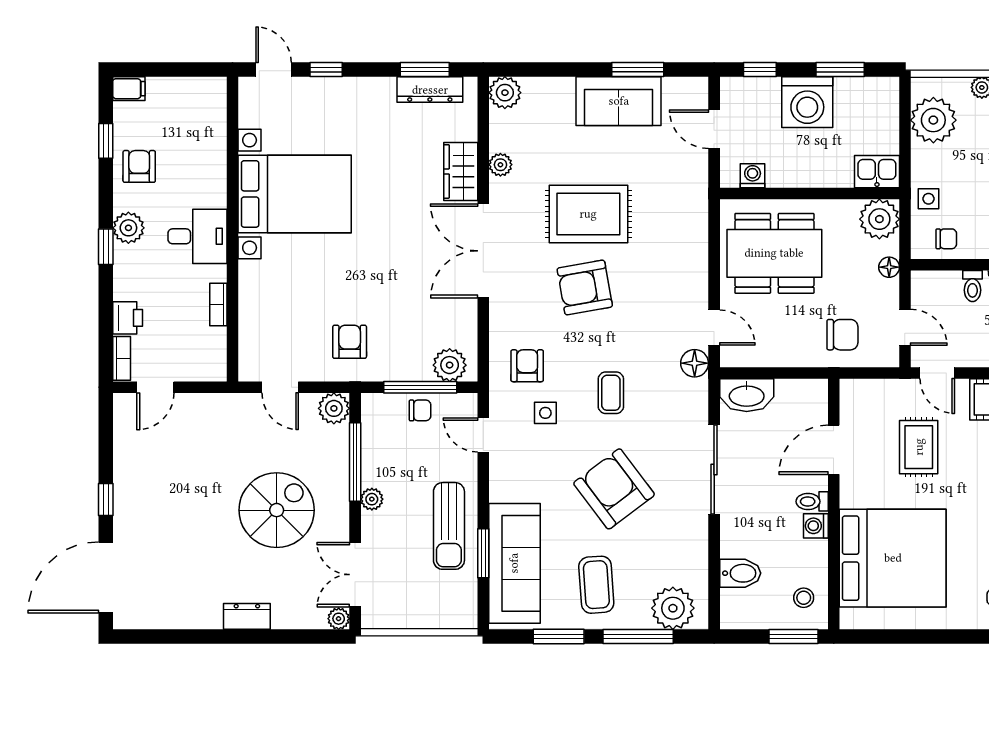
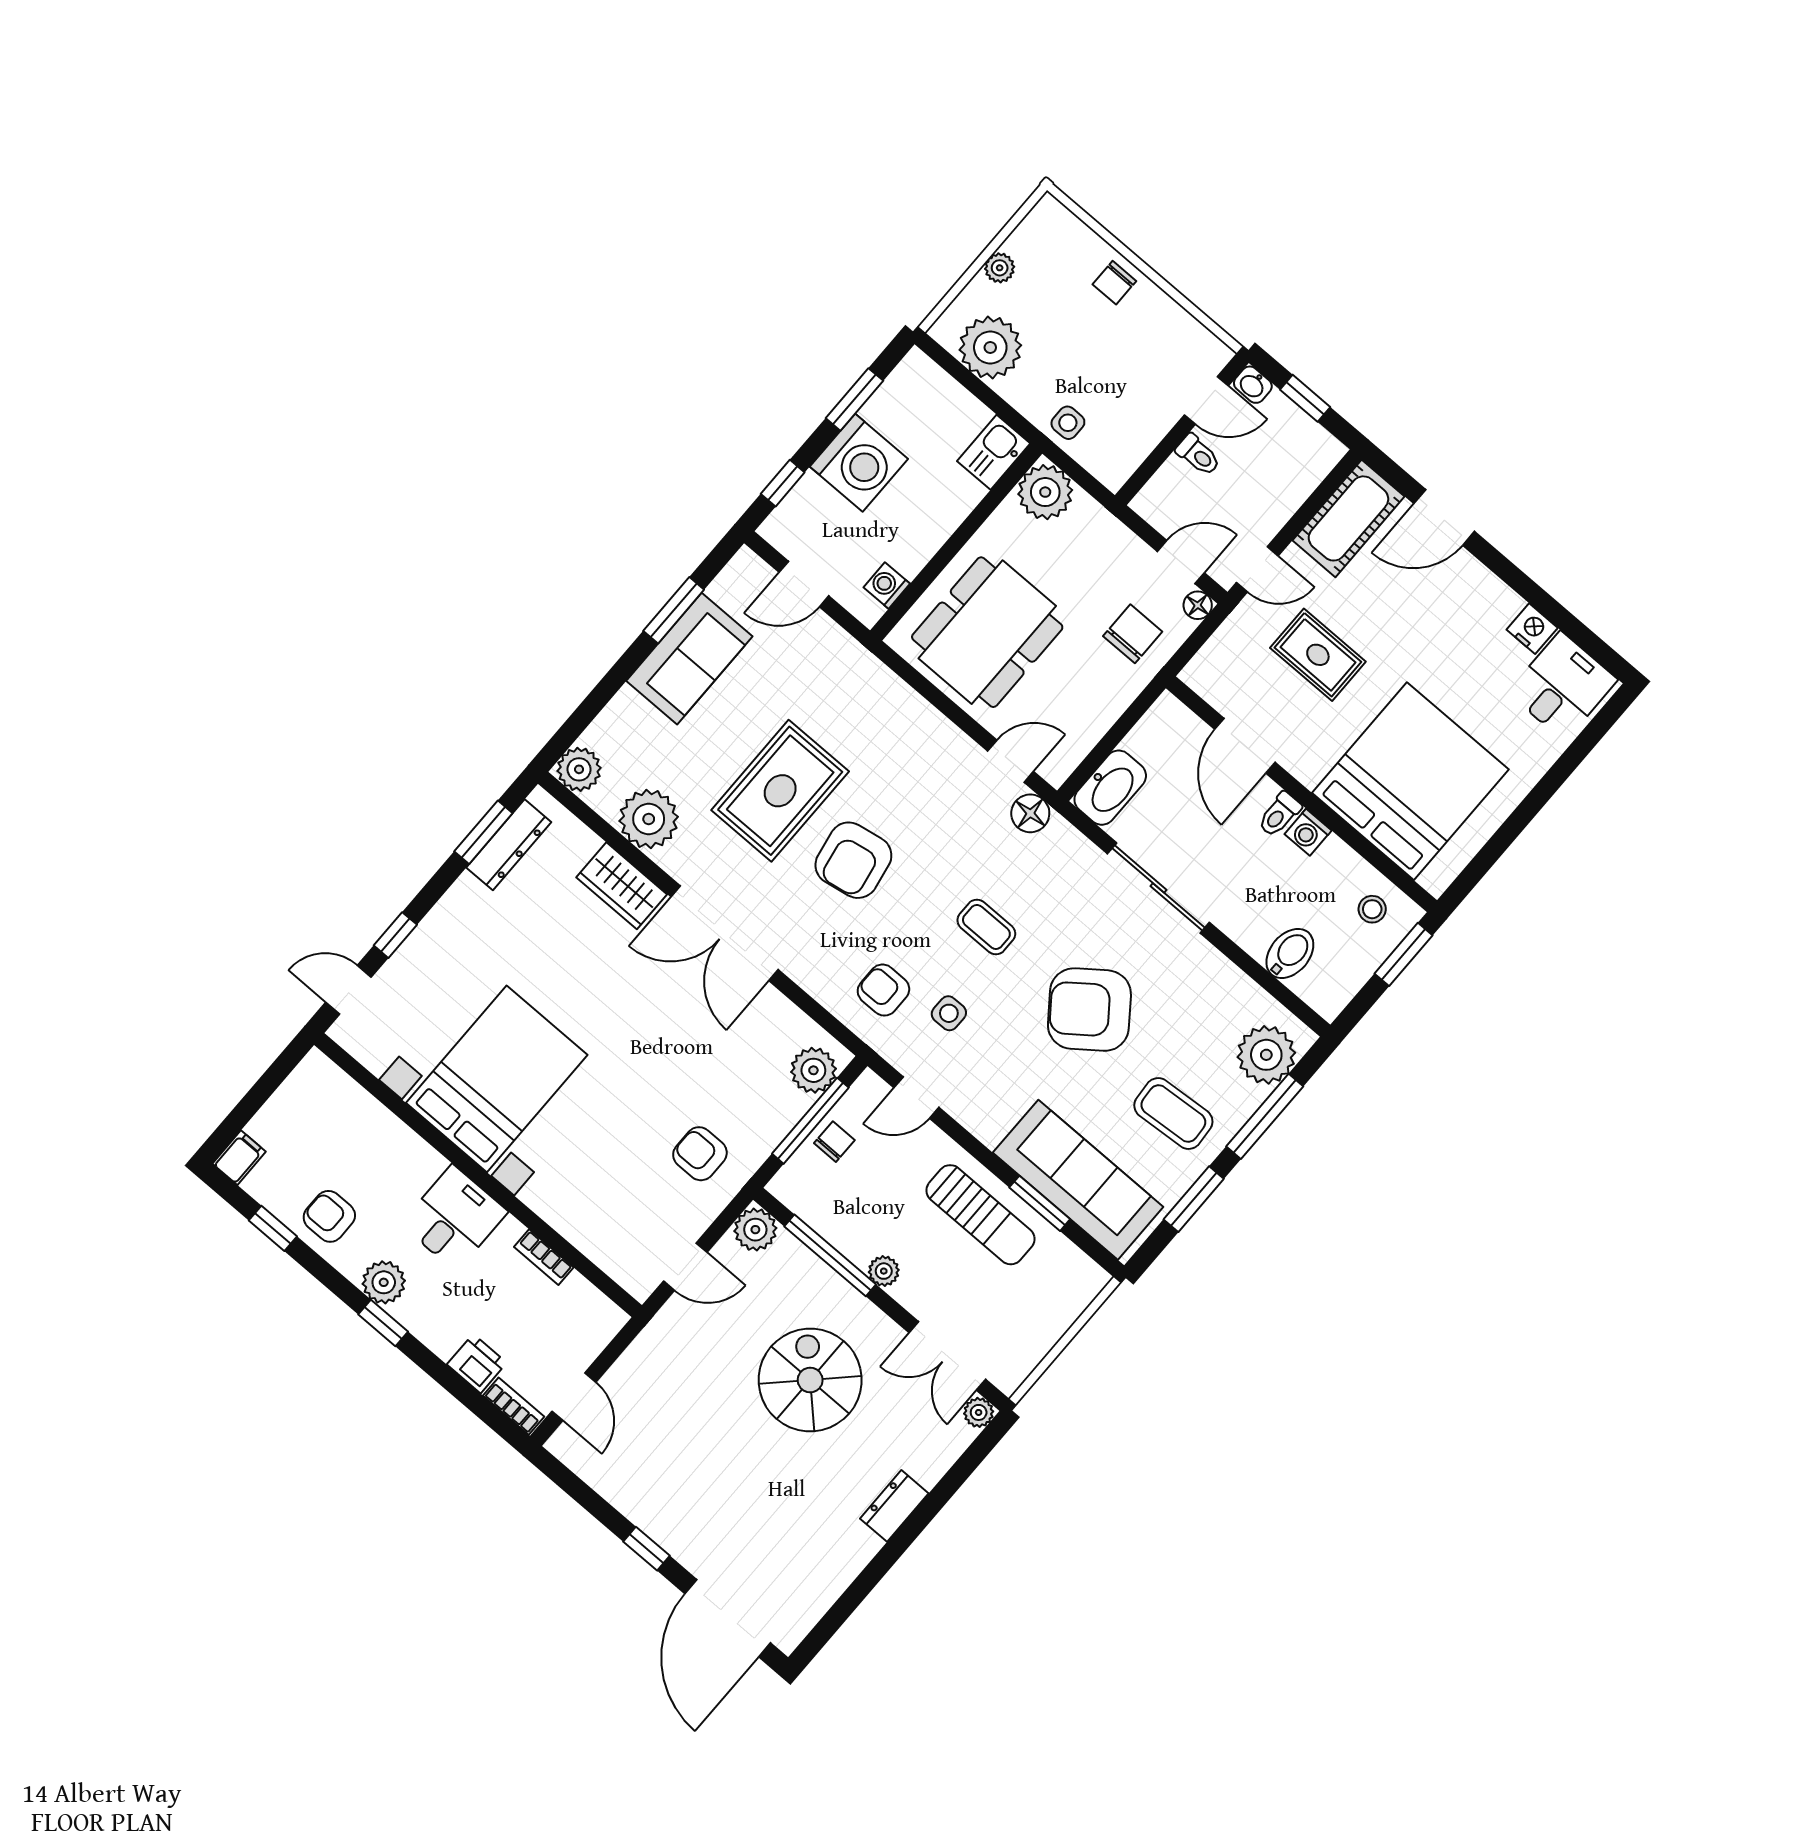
plant: (500, 165) -> (649, 819), width x1.88, depth x1.88
chair: (946, 239) -> (1125, 440), removed
floor lamp: (889, 267) -> (1198, 605), moved

